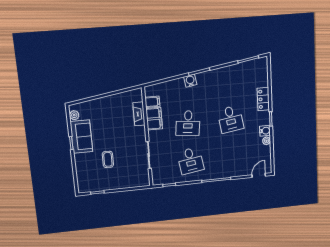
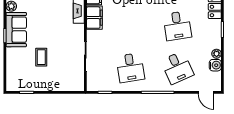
desk: (188, 123) -> (177, 68), moved, turned -30
water cooler: (265, 131) -> (215, 65), moved
door: (259, 175) -> (206, 92), swing flipped

